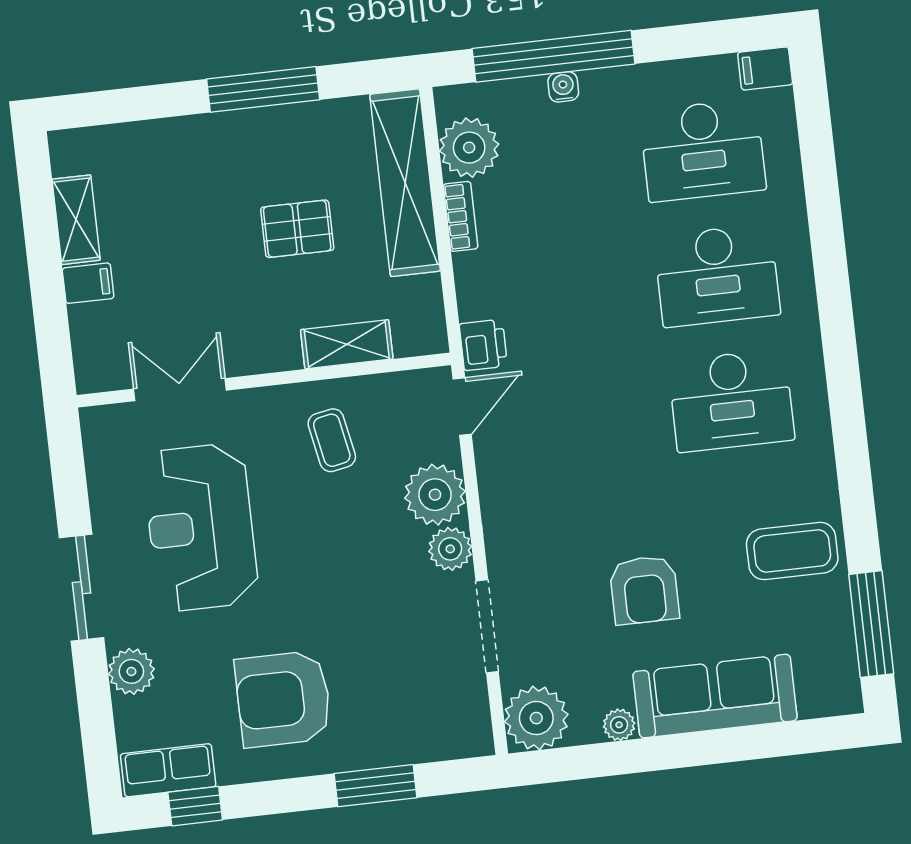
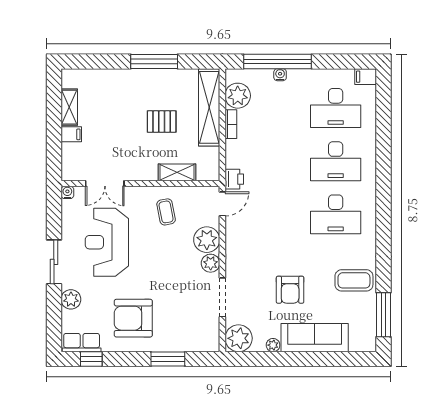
double door: (180, 390) -> (105, 183), swing flipped
water cooler: (95, 421) -> (67, 192), added

